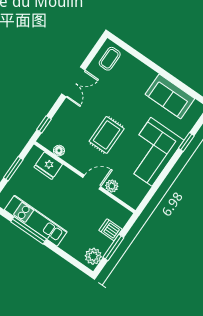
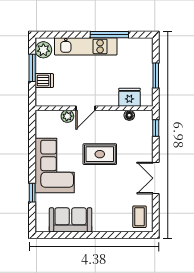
rug: (107, 135) -> (100, 154), turned 90
kitchen unit: (36, 221) -> (86, 46), moved

